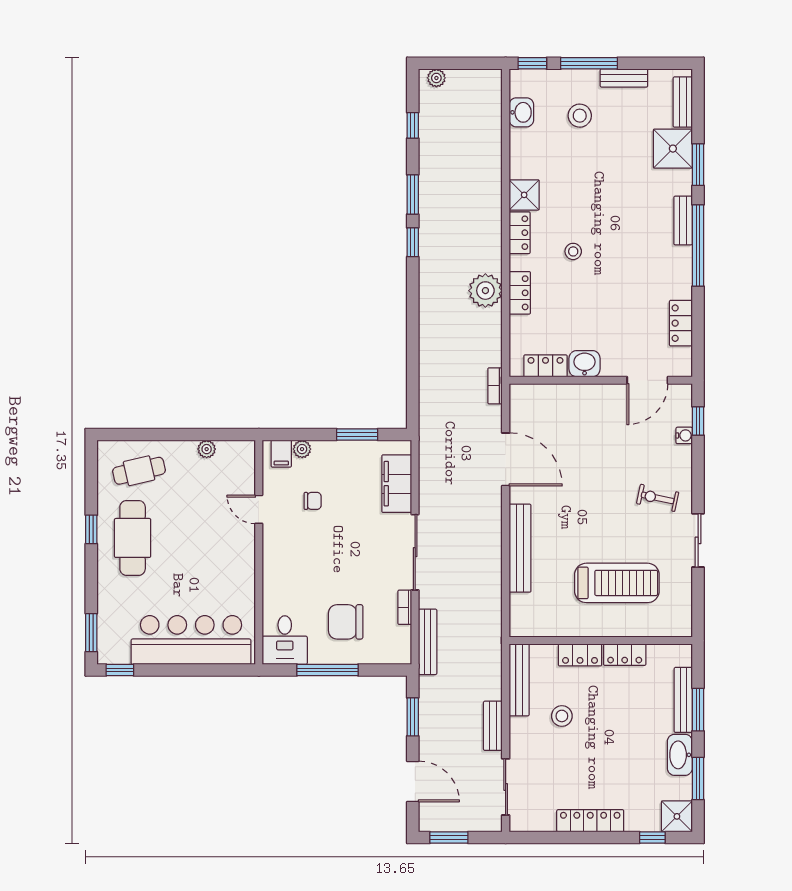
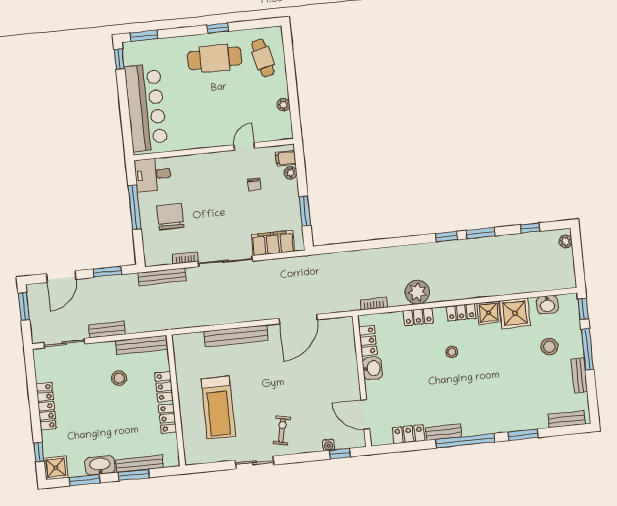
shower: (673, 149) -> (515, 313), moved
bench: (683, 220) -> (444, 432), moved
bookcase: (495, 386) -> (374, 304), moved

